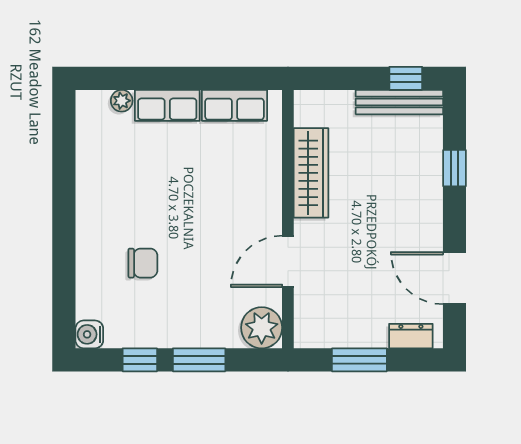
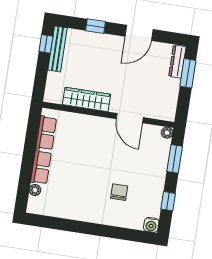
door: (455, 278) -> (139, 33), moved
plant: (262, 328) -> (167, 133), width x0.53, depth x0.53
dresser: (411, 336) -> (177, 62), width x1.44
window: (199, 360) -> (175, 159), moved
window: (359, 360) -> (188, 73), moved

